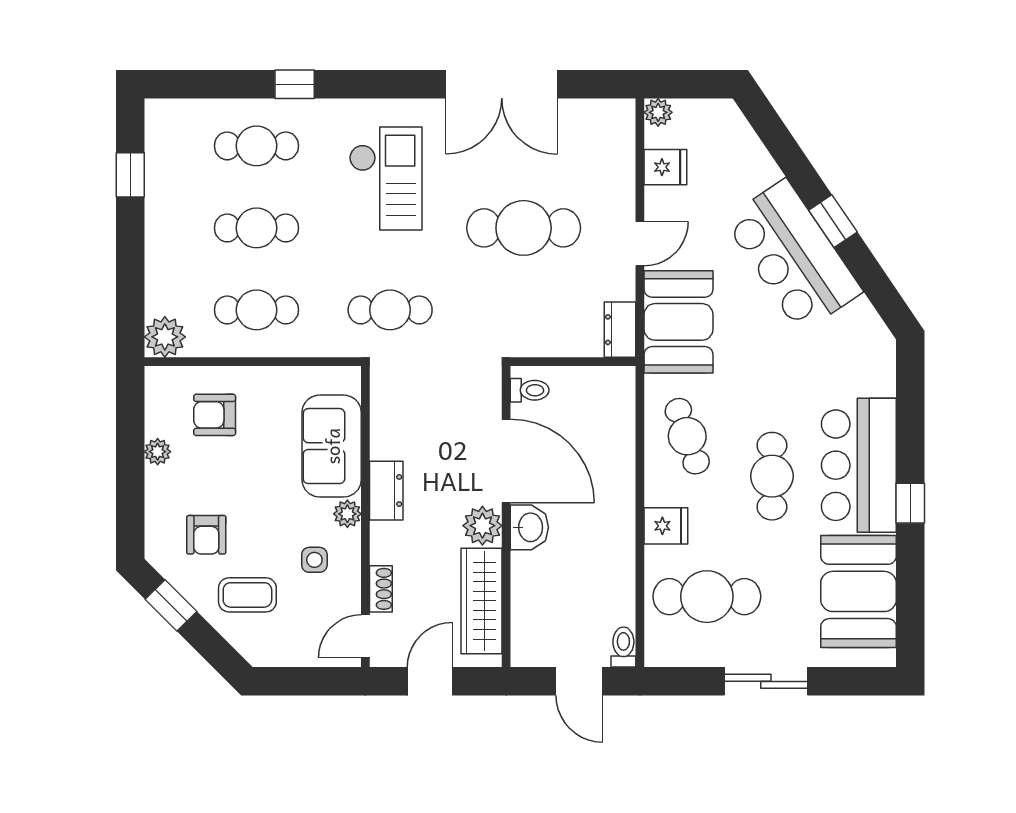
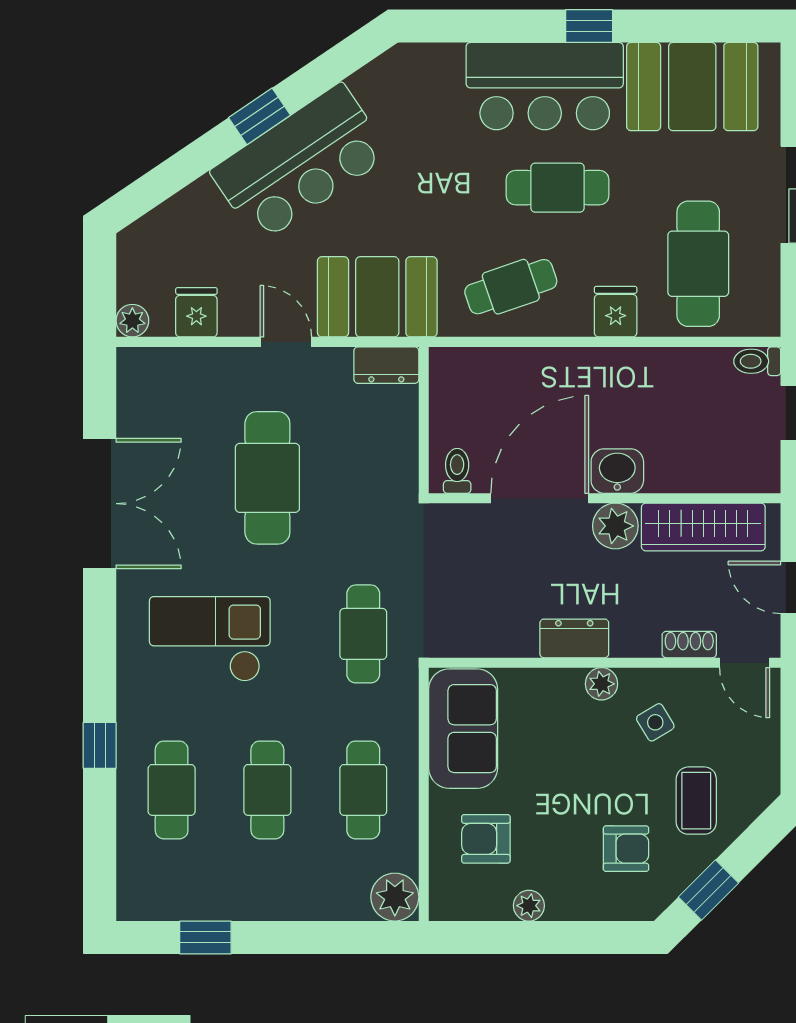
armchair: (215, 415) -> (486, 839), turned 90
sofa: (332, 446) -> (463, 729), moved, turned -90
side table: (314, 560) -> (655, 722), turned -31

